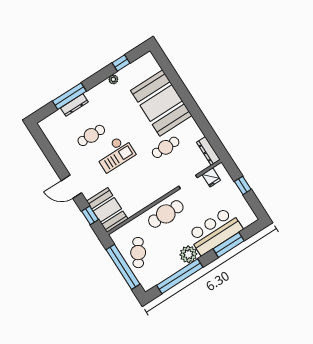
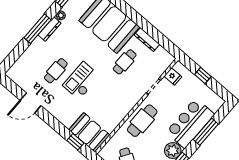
window: (69, 96) -> (37, 29), moved
dresser: (74, 105) -> (50, 29), moved
dresser: (208, 151) -> (147, 40), moved
checkout: (115, 154) -> (81, 81), turned 180
door: (72, 187) -> (31, 103), moved

